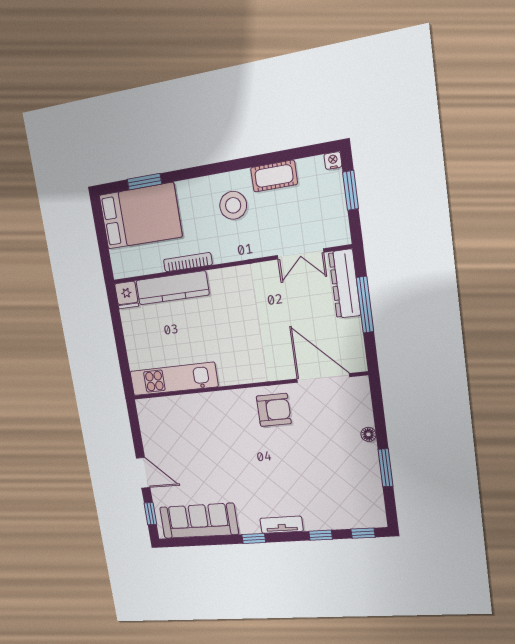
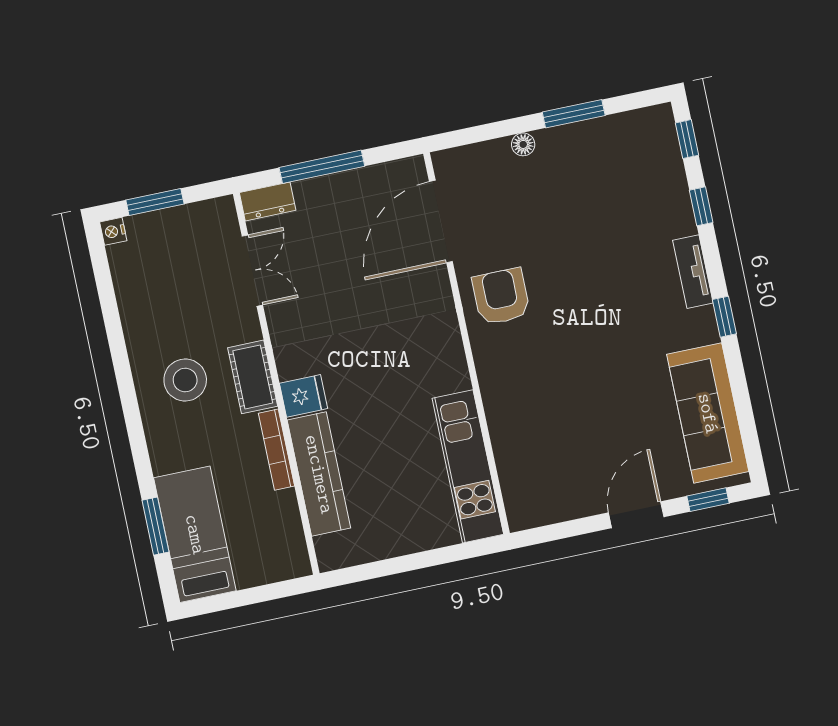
cot: (274, 176) -> (253, 377), moved
bed: (140, 216) -> (195, 534), width x0.67
dresser: (345, 284) -> (268, 201), width x0.51, depth x0.80
fridge: (127, 295) -> (304, 396), moved

